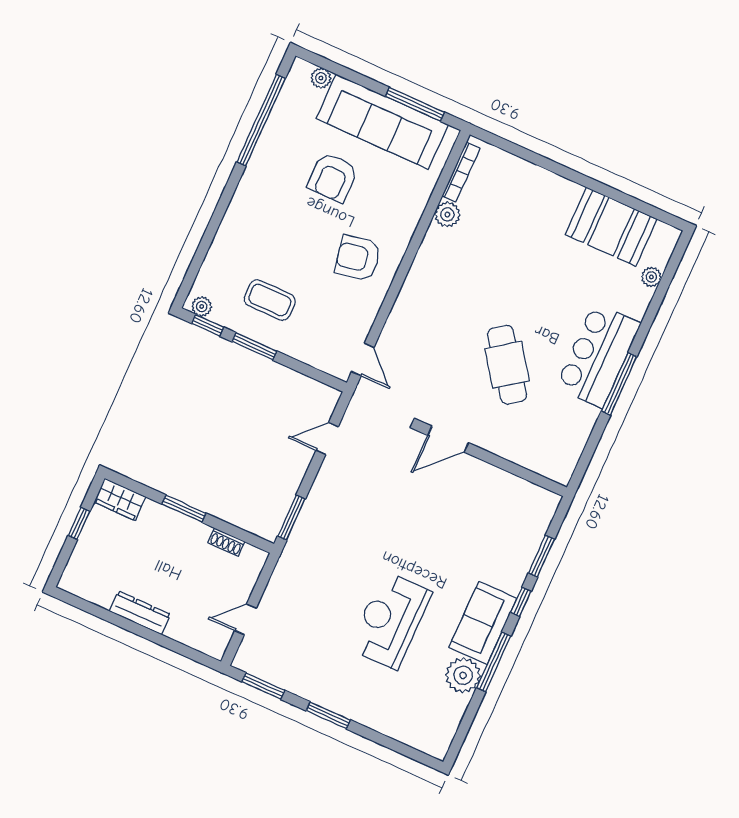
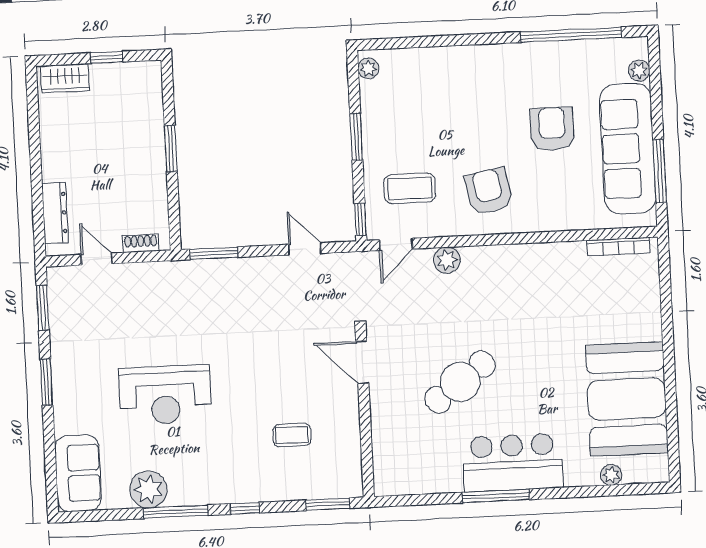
armchair: (333, 177) -> (552, 129), turned 90
plant: (447, 214) -> (447, 260), moved
booth: (611, 227) -> (627, 399), width x1.36, depth x1.42
coffee table: (270, 300) -> (410, 188), moved, turned 90
window: (208, 325) -> (360, 219), moved
wardrobe: (120, 499) -> (65, 78), moved, turned -90
coffee table: (479, 530) -> (292, 435), added
shoe rack: (226, 542) -> (141, 243), moved, turned 90
window: (541, 556) -> (328, 504), moved
dresser: (140, 613) -> (55, 213), moved
reception desk: (390, 620) -> (165, 395), turned 180
sofa: (483, 623) -> (78, 473), moved, turned 90

